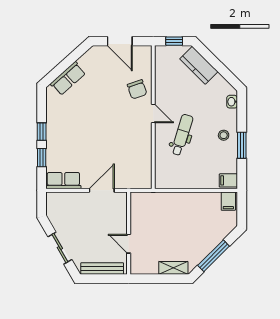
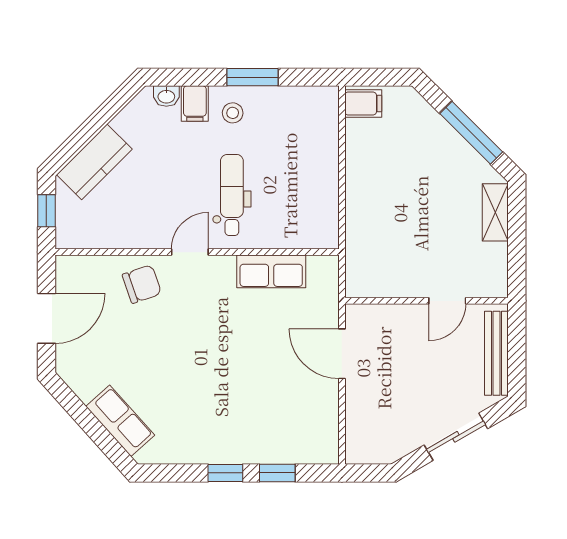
dental chair: (182, 135) -> (232, 195), turned 73
filing cabinet: (228, 180) -> (195, 104), moved
row of seats: (63, 181) -> (271, 271), moved, turned -90

